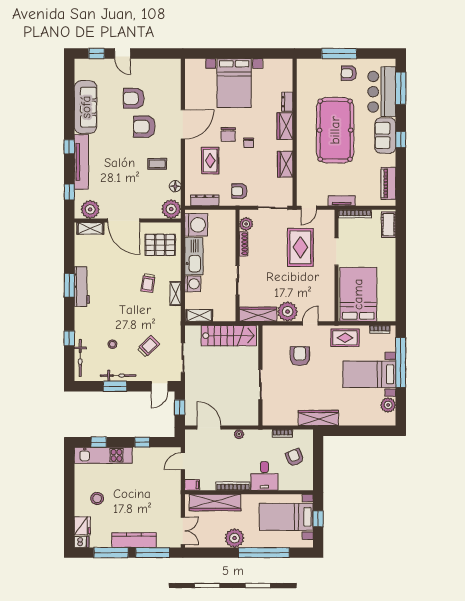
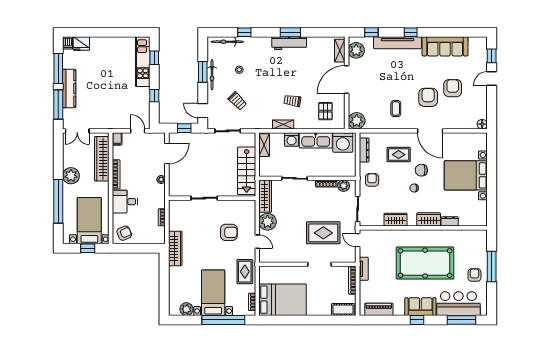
floor lamp: (175, 186) -> (482, 124), moved
pallet: (160, 245) -> (325, 111), width x0.67, depth x0.71
bed: (358, 294) -> (282, 300), moved
armchair: (295, 457) -> (124, 233), moved
stool: (97, 498) -> (105, 56), removed

